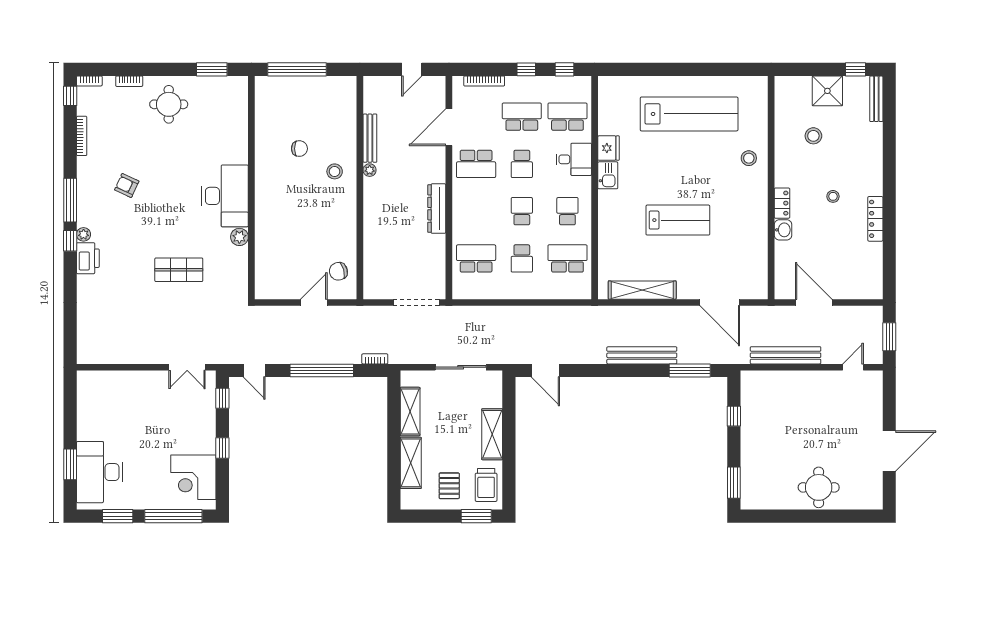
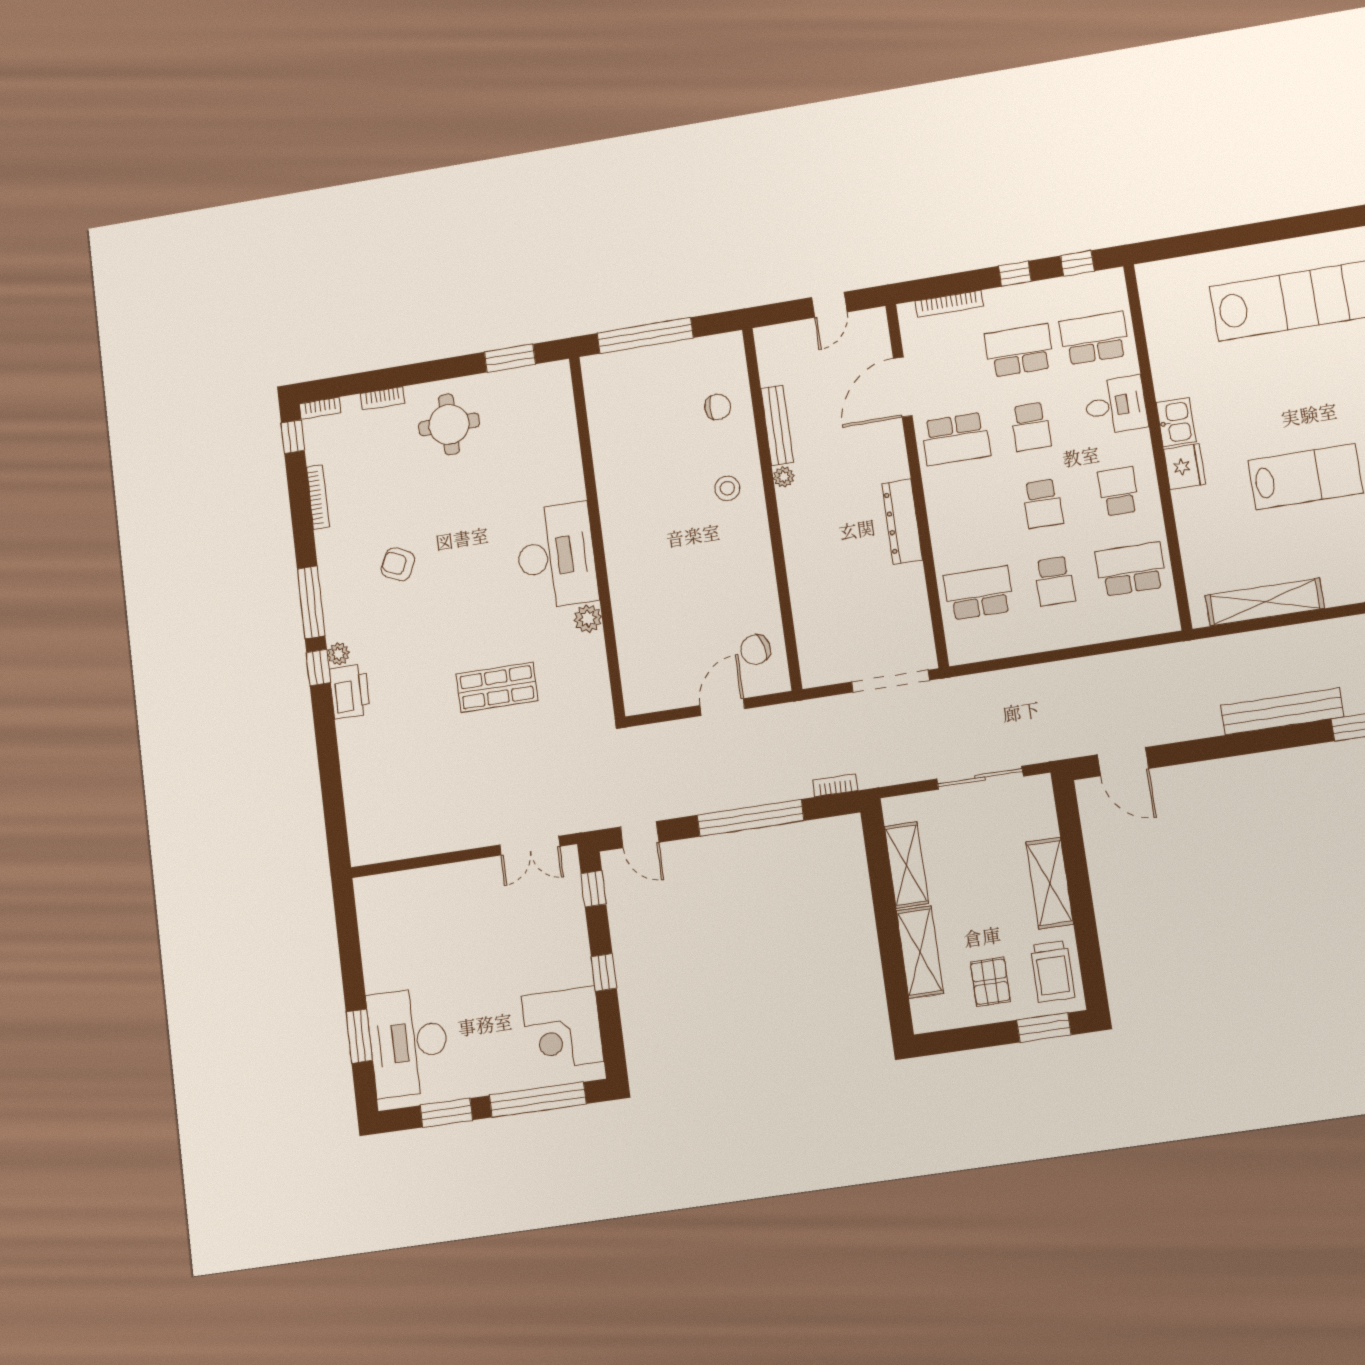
fridge: (609, 148) -> (1185, 467), moved
chair: (299, 149) -> (718, 407), moved
school desk: (522, 211) -> (1043, 504), turned 180

